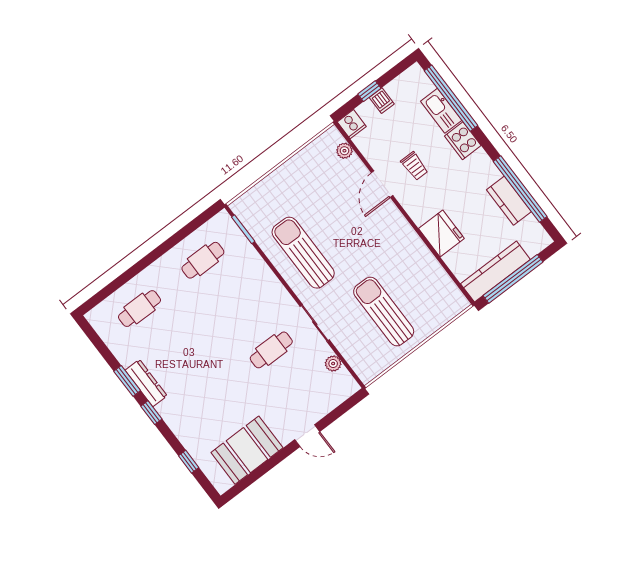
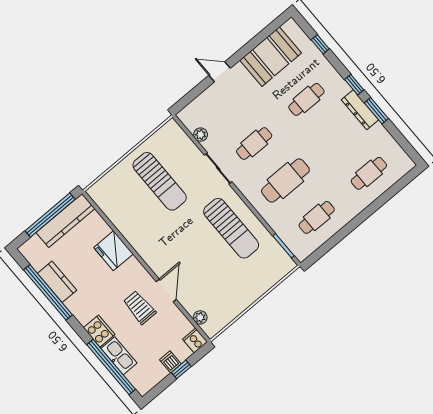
trolley: (414, 166) -> (140, 307), width x1.36, depth x1.39
cafe table: (237, 305) -> (285, 180), added
cafe table: (208, 398) -> (306, 99), added

